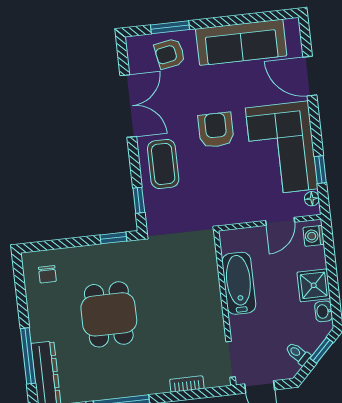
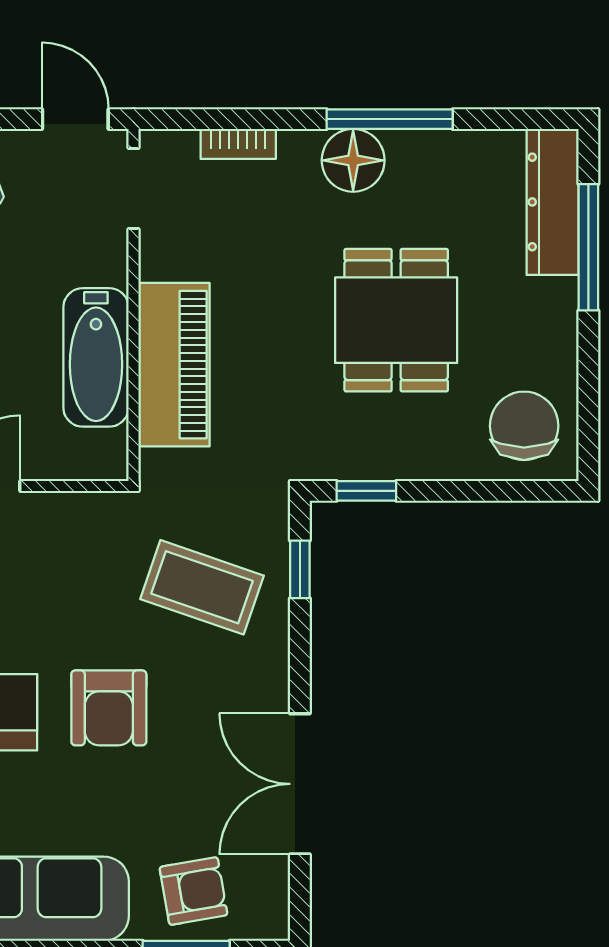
coffee table: (163, 164) -> (202, 587), moved, turned -71
chair: (47, 274) -> (524, 426), width x1.87, depth x1.87
piano: (204, 284) -> (174, 365), added
floor lamp: (136, 382) -> (353, 160), added

